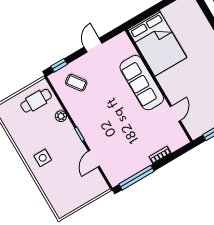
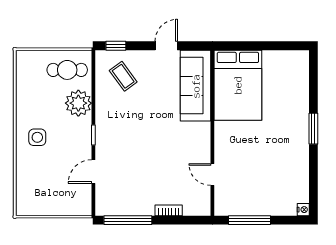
sofa: (142, 83) -> (196, 86), moved
door: (175, 114) -> (212, 175), swing flipped
plant: (61, 116) -> (78, 103), width x1.88, depth x1.88

